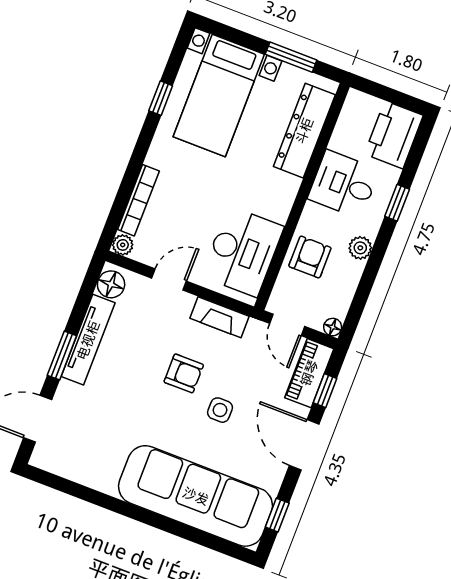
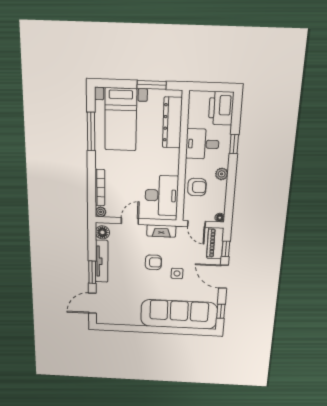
window: (161, 98) -> (91, 132), width x2.17
armchair: (310, 257) -> (197, 187), turned 90

